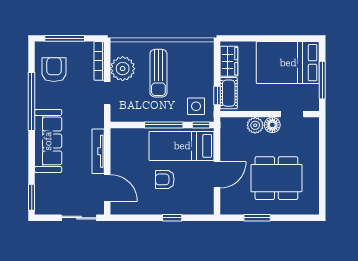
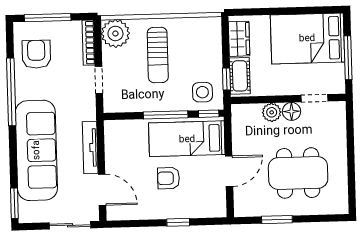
plant: (123, 69) -> (115, 33), moved
sofa: (48, 141) -> (36, 150), width x1.36, depth x1.27

